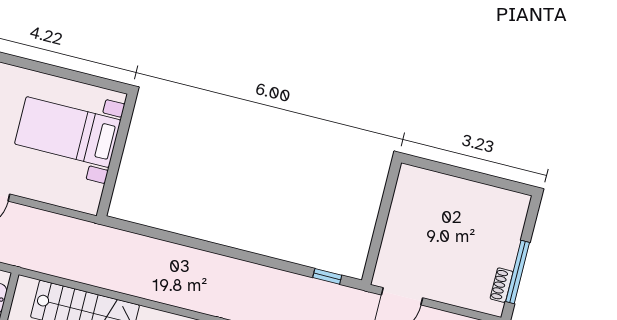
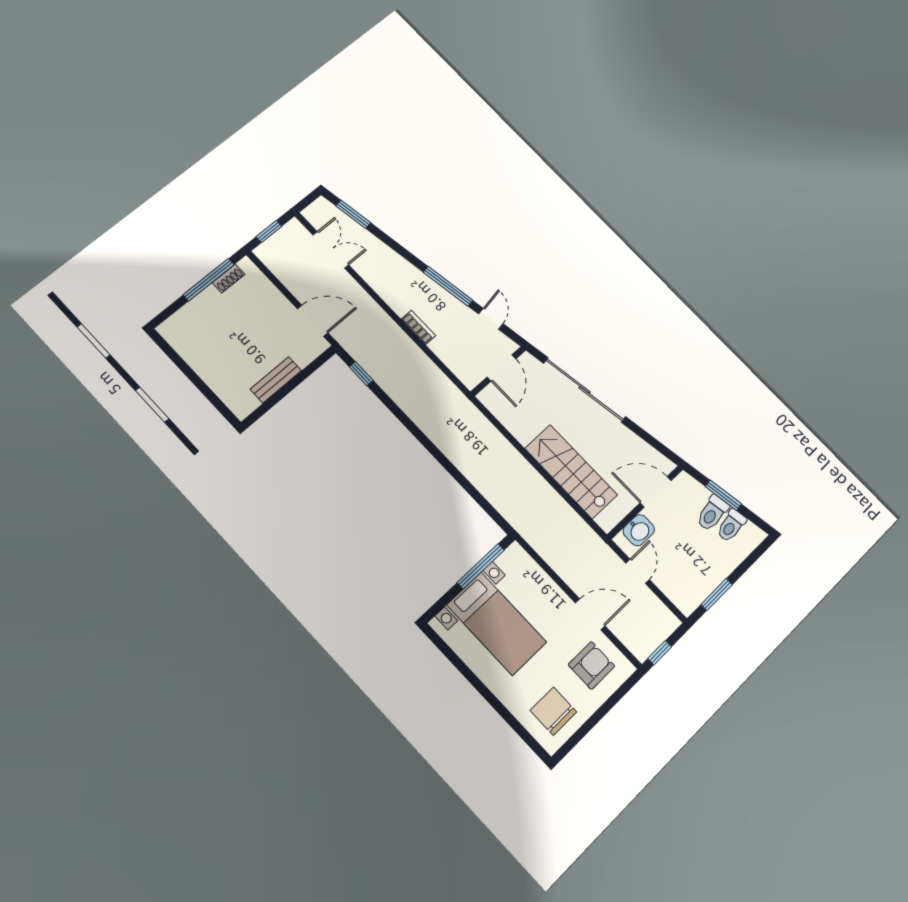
window: (112, 173) -> (481, 566), added
bench: (397, 220) -> (276, 380), added

